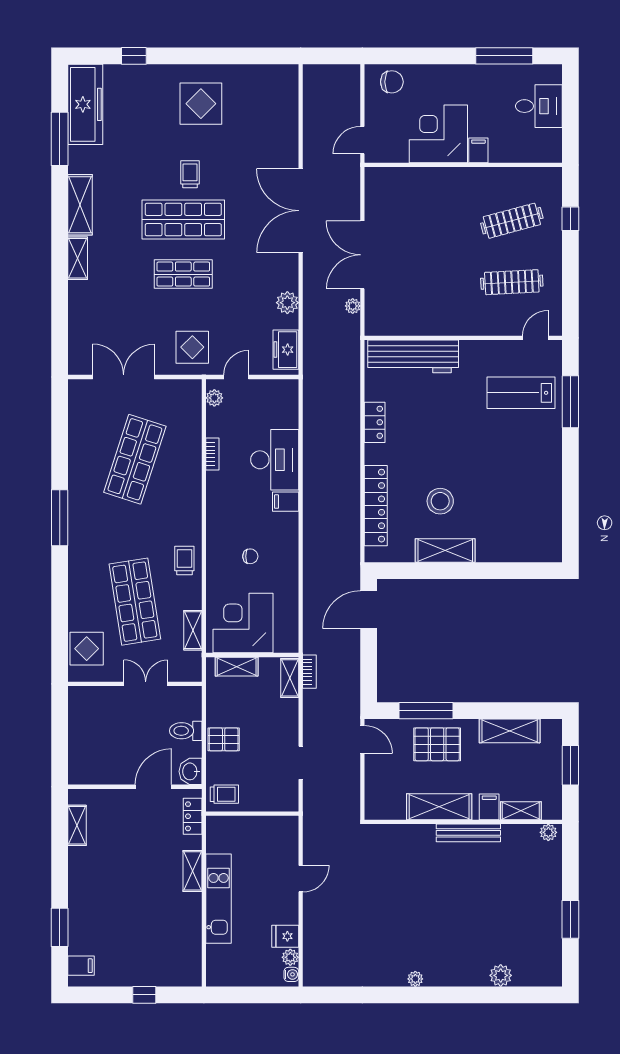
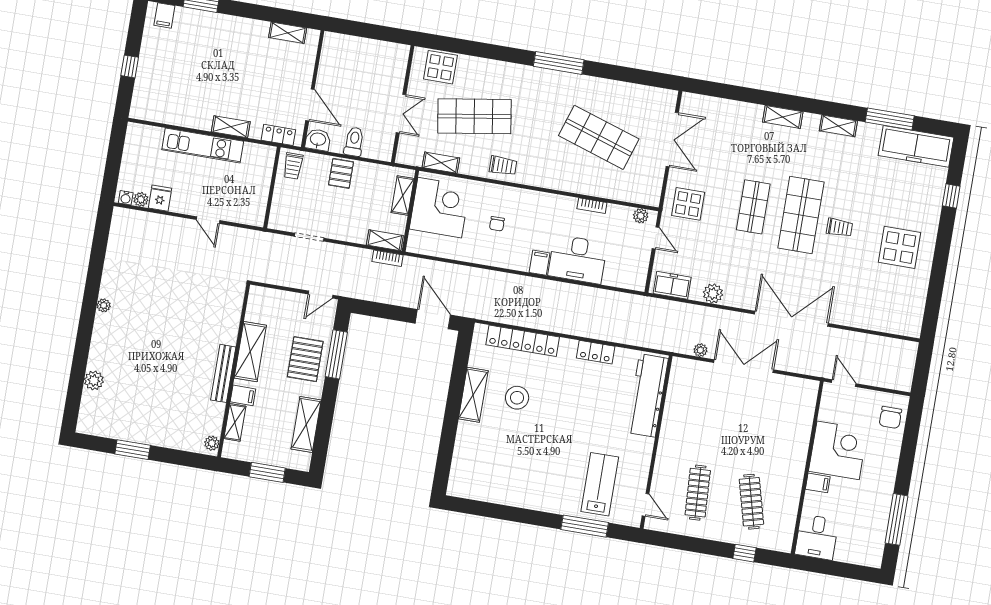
desk: (539, 106) -> (817, 537), moved
shelving: (80, 205) -> (838, 126), width x0.67, depth x0.75

